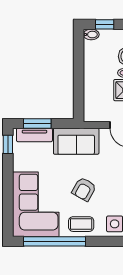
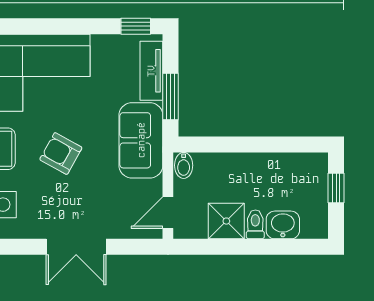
bidet: (91, 35) -> (184, 165), moved
window: (37, 123) -> (171, 97), moved

